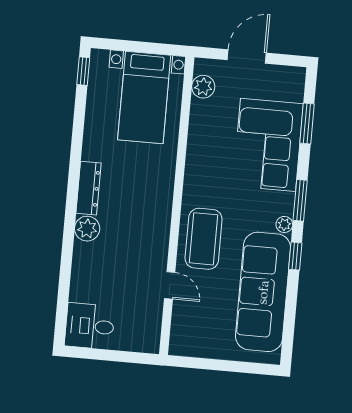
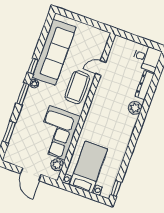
door: (247, 56) -> (31, 174), hinge flipped
corner sofa: (268, 145) -> (57, 133), moved, turned 180
dresser: (89, 188) -> (145, 85), moved
door: (170, 285) -> (101, 68), hinge flipped

